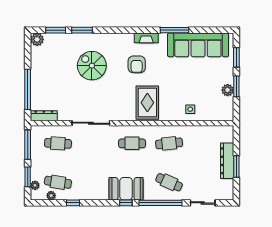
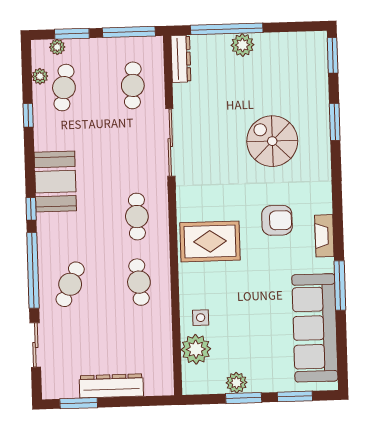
window: (56, 30) -> (333, 55), moved
plant: (37, 39) -> (242, 45), moved
armchair: (137, 64) -> (277, 220), turned 180
spiral stairs: (92, 66) -> (272, 141), turned -90
plant: (208, 112) -> (196, 349), added
window: (236, 167) -> (79, 403), moved
booth: (126, 189) -> (55, 182), moved

